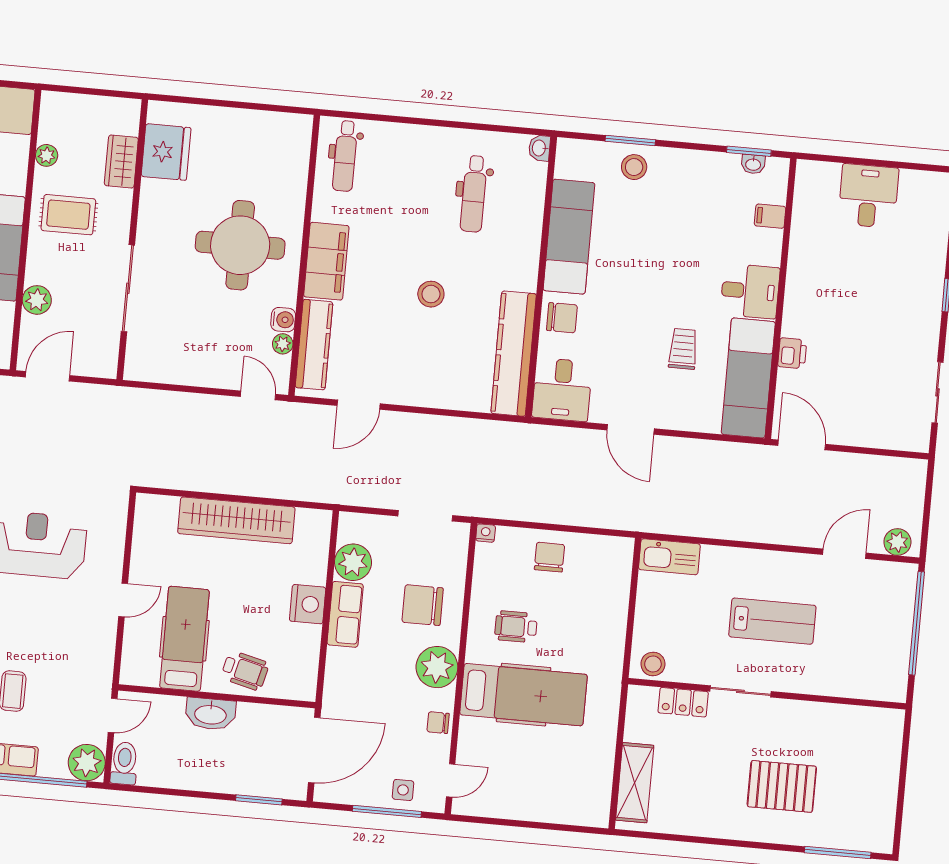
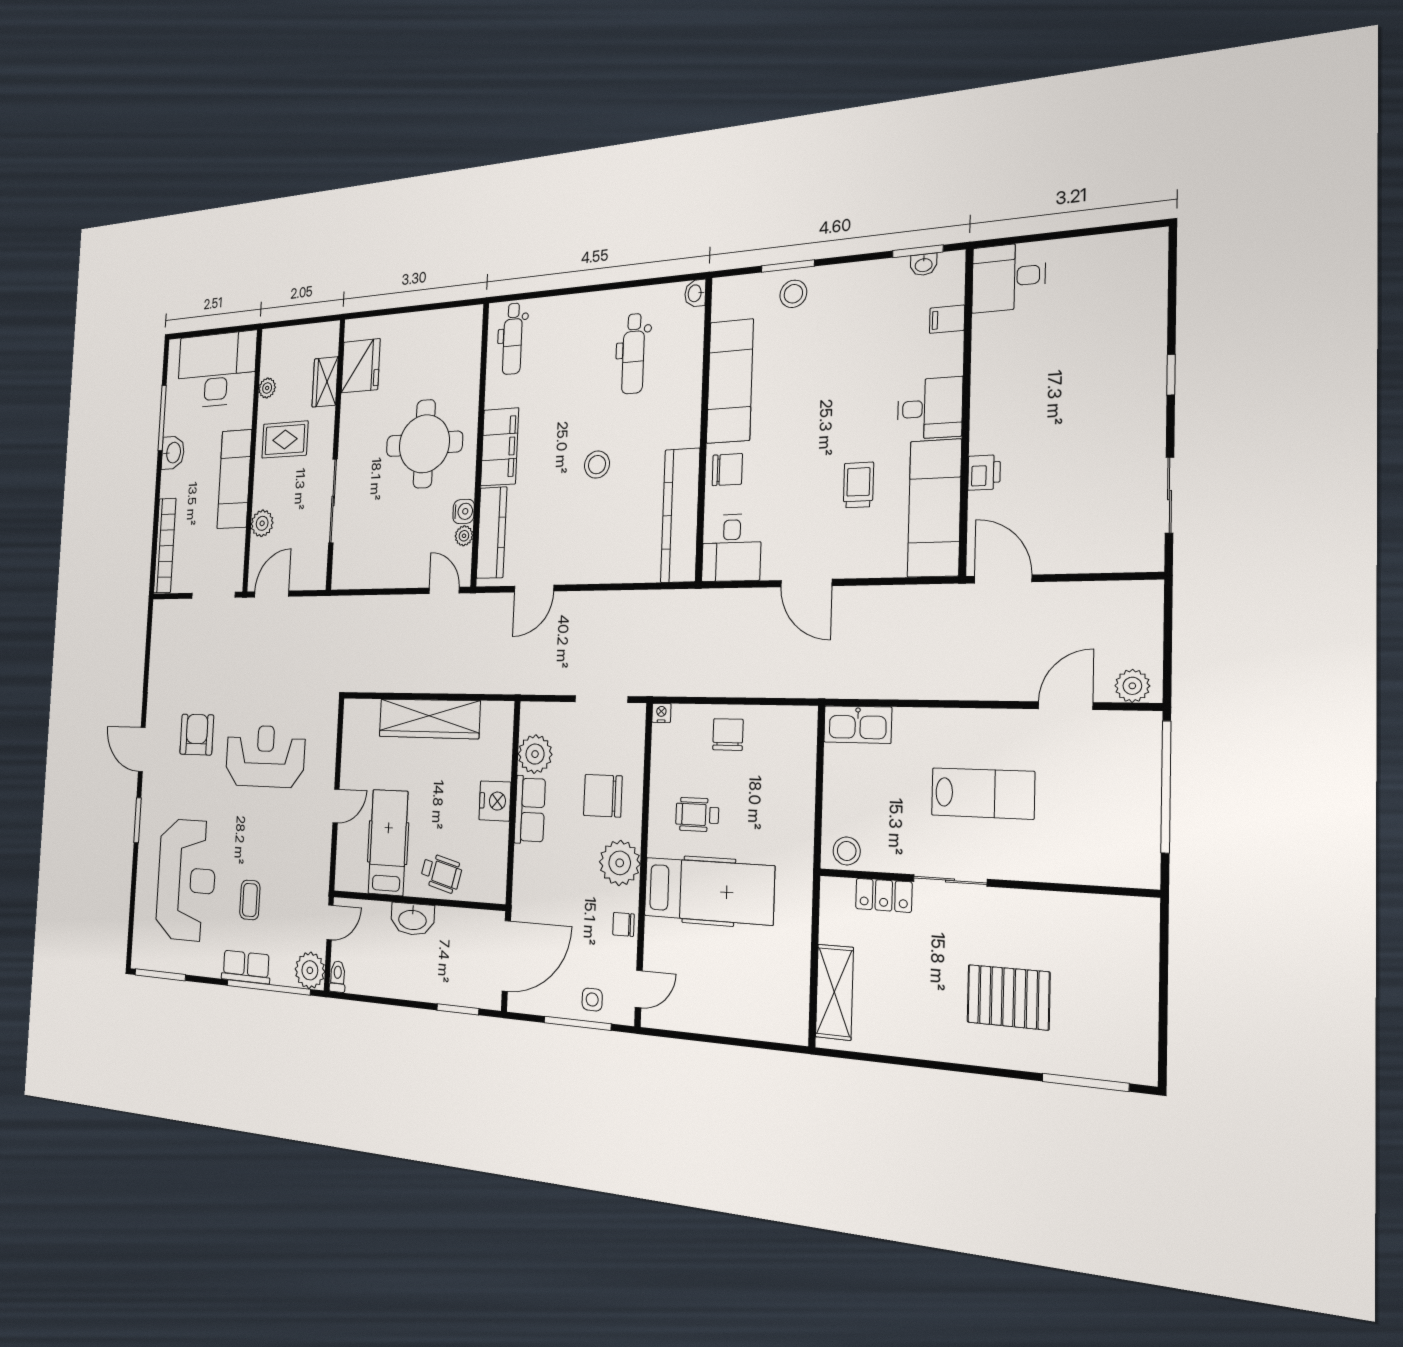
desk: (868, 196) -> (1009, 277), moved, turned -90
toilet: (124, 763) -> (337, 977), width x0.73, depth x0.72

